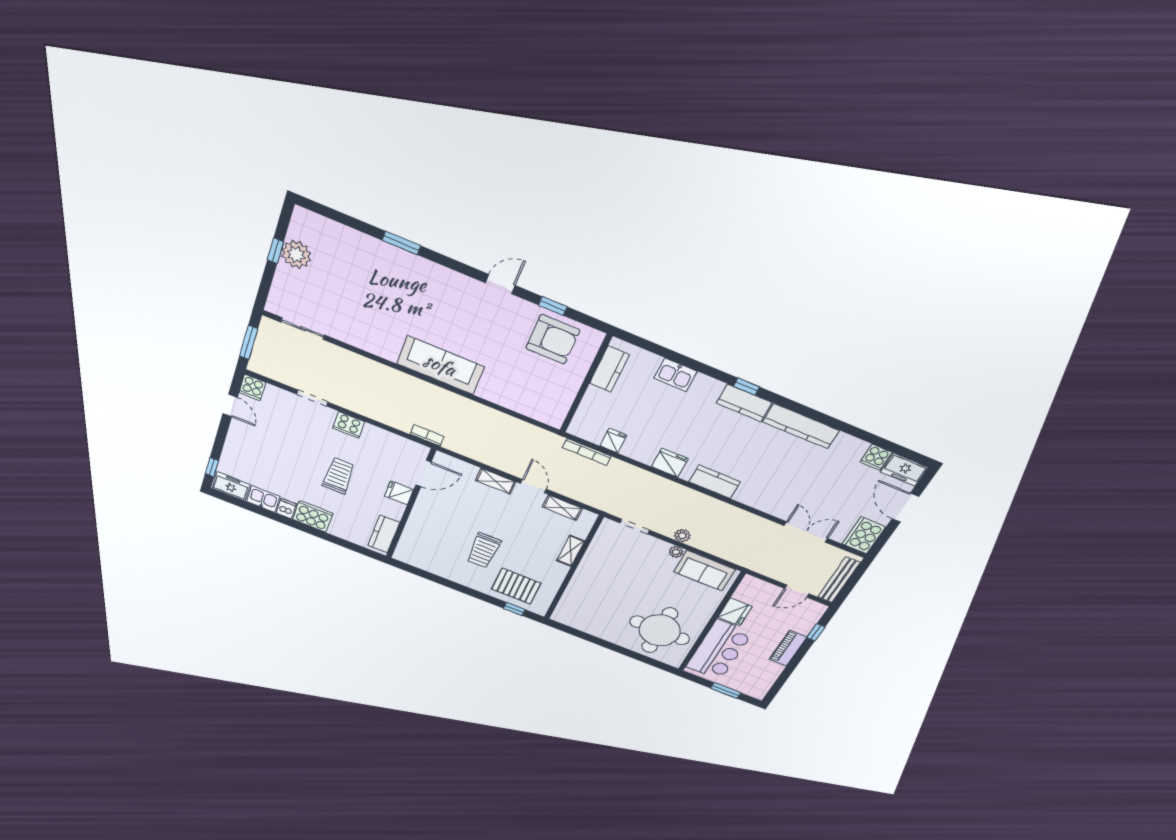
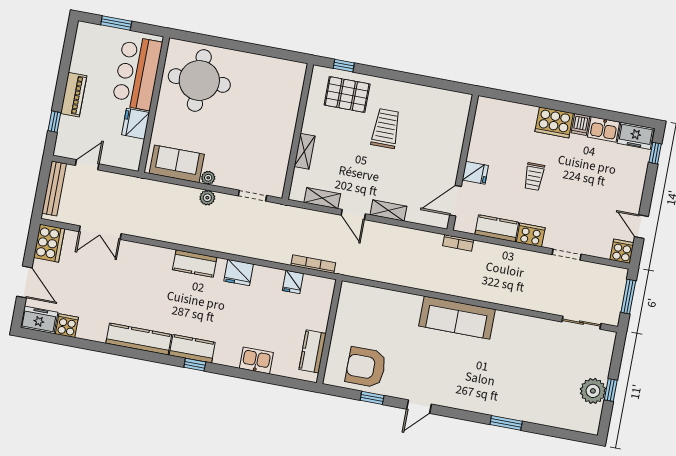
trolley: (339, 476) -> (534, 177), width x0.73, depth x0.72
kitchen counter: (384, 534) -> (497, 228), moved, turned -90

